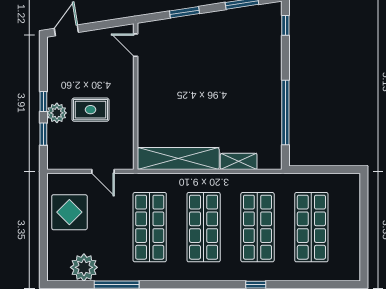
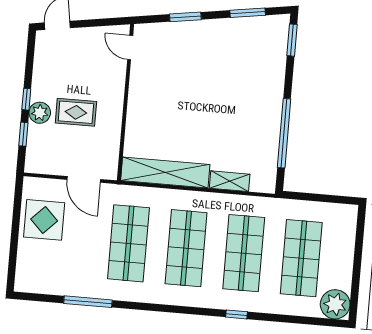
window: (285, 25) -> (292, 40), width x1.50
door: (103, 171) -> (84, 179), width x1.38
plant: (84, 267) -> (335, 304), moved

